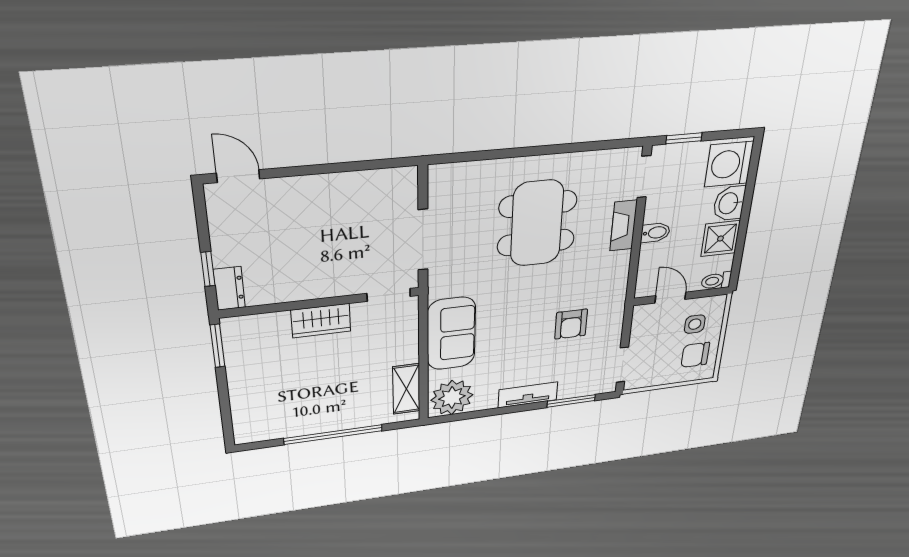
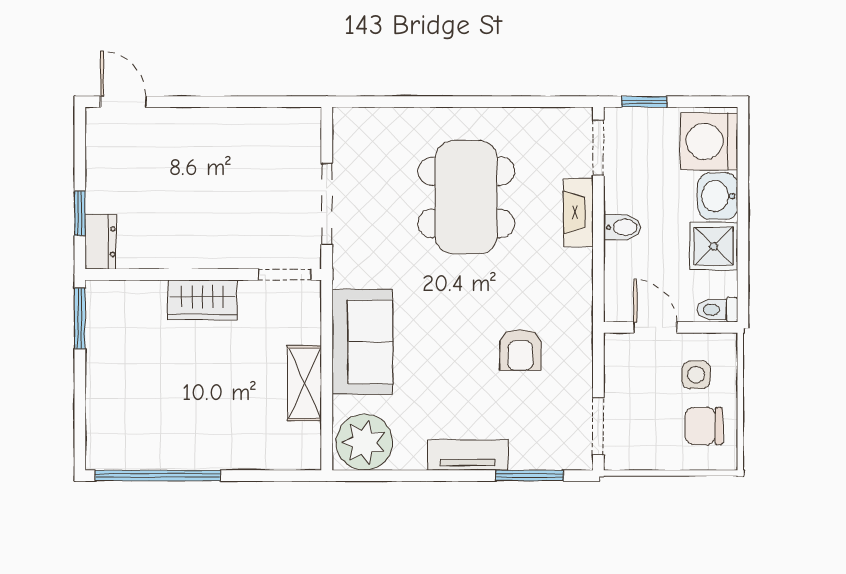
shelving: (406, 389) -> (304, 383), moved
window: (333, 435) -> (158, 476), moved

